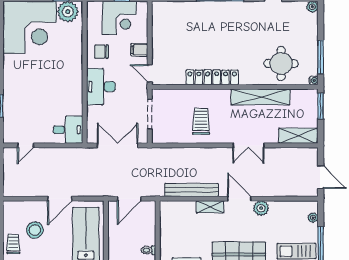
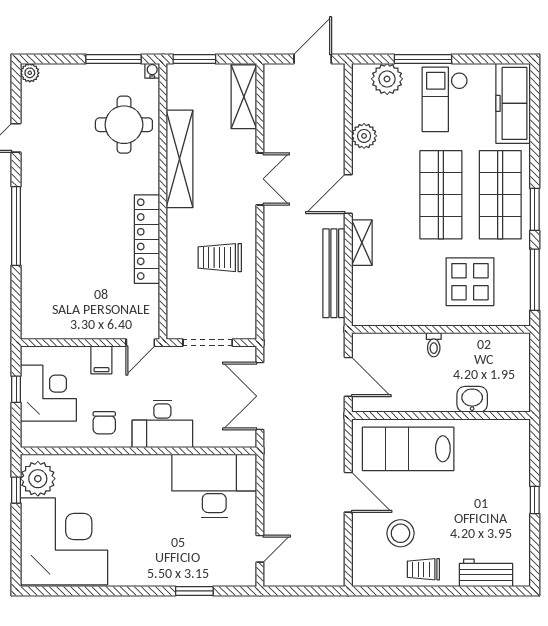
desk: (68, 130) -> (214, 486), width x1.87, depth x1.30
door: (26, 145) -> (260, 549), hinge flipped
plant: (261, 208) -> (364, 136), moved
plant: (313, 218) -> (387, 79), width x1.87, depth x1.87

